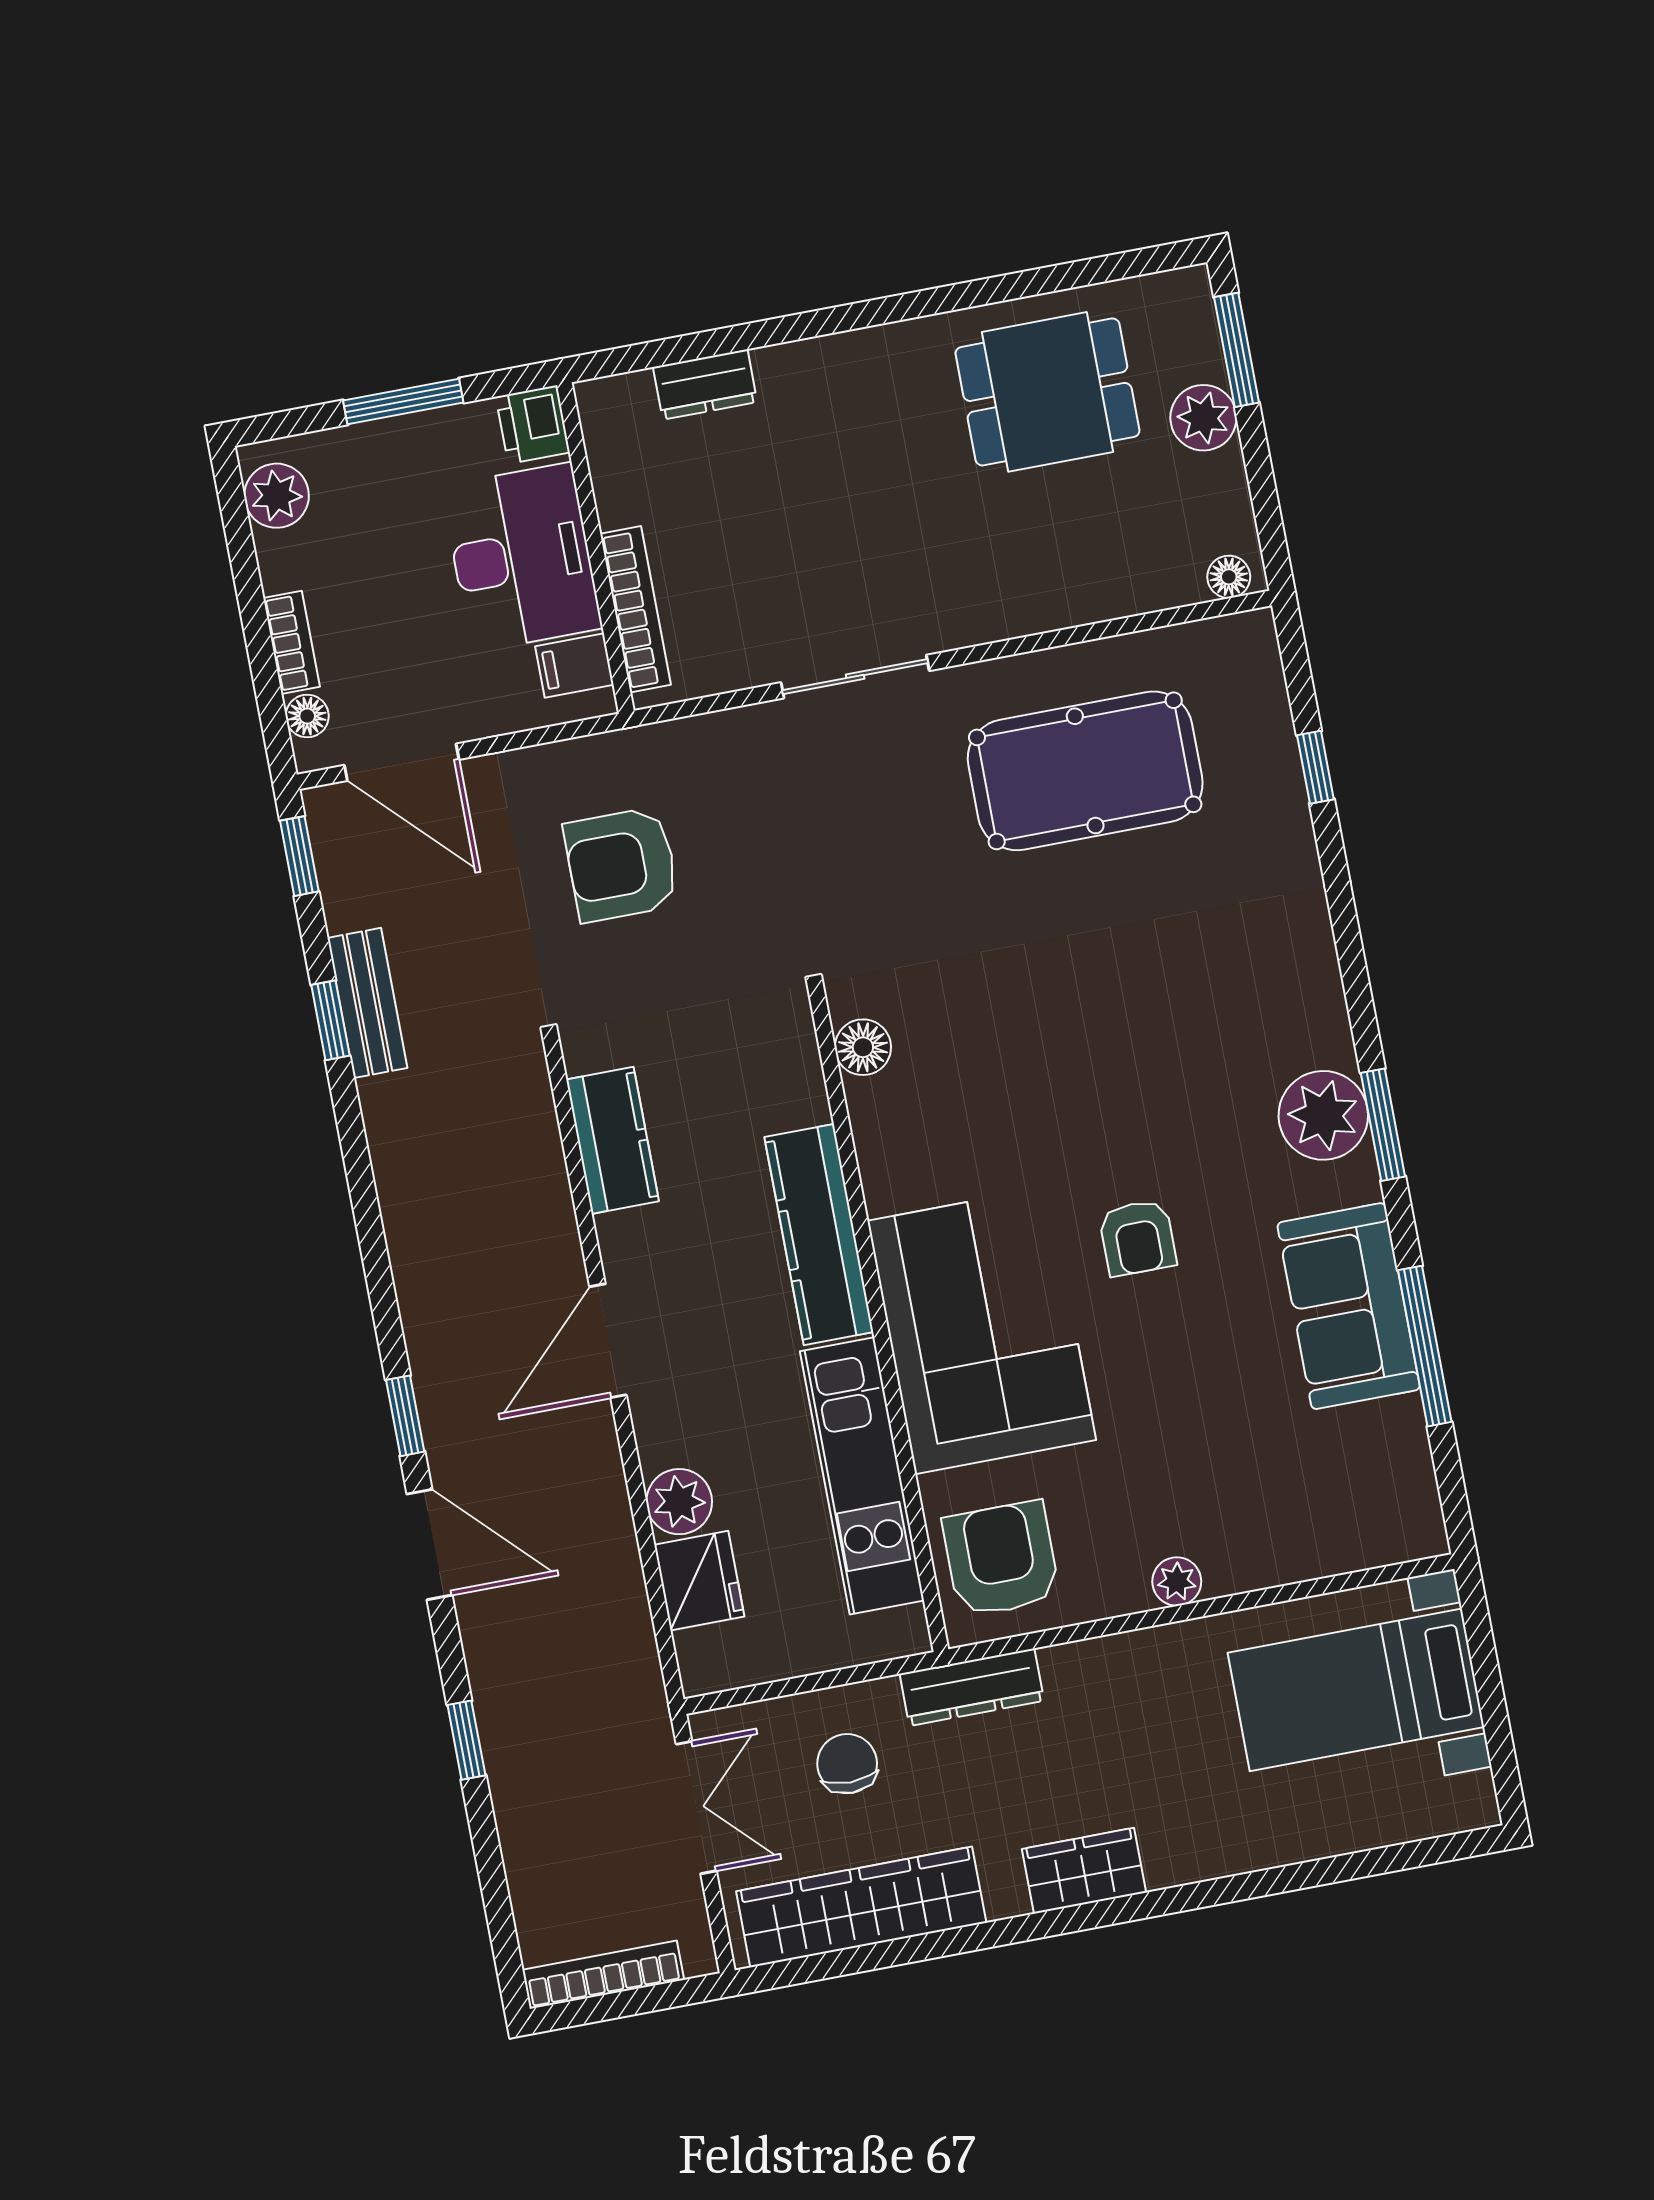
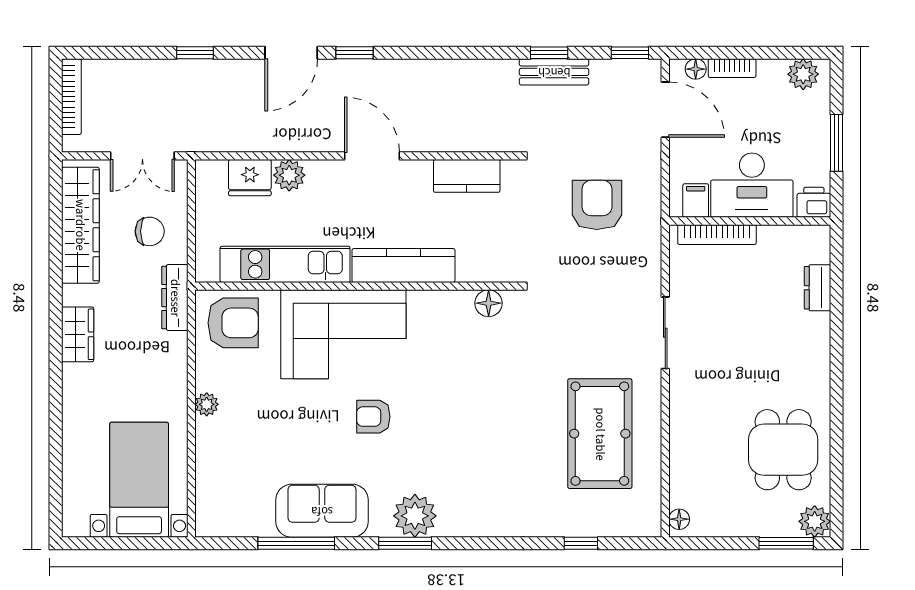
plant: (1203, 418) -> (815, 521), moved
door: (402, 762) -> (665, 110), swing flipped

